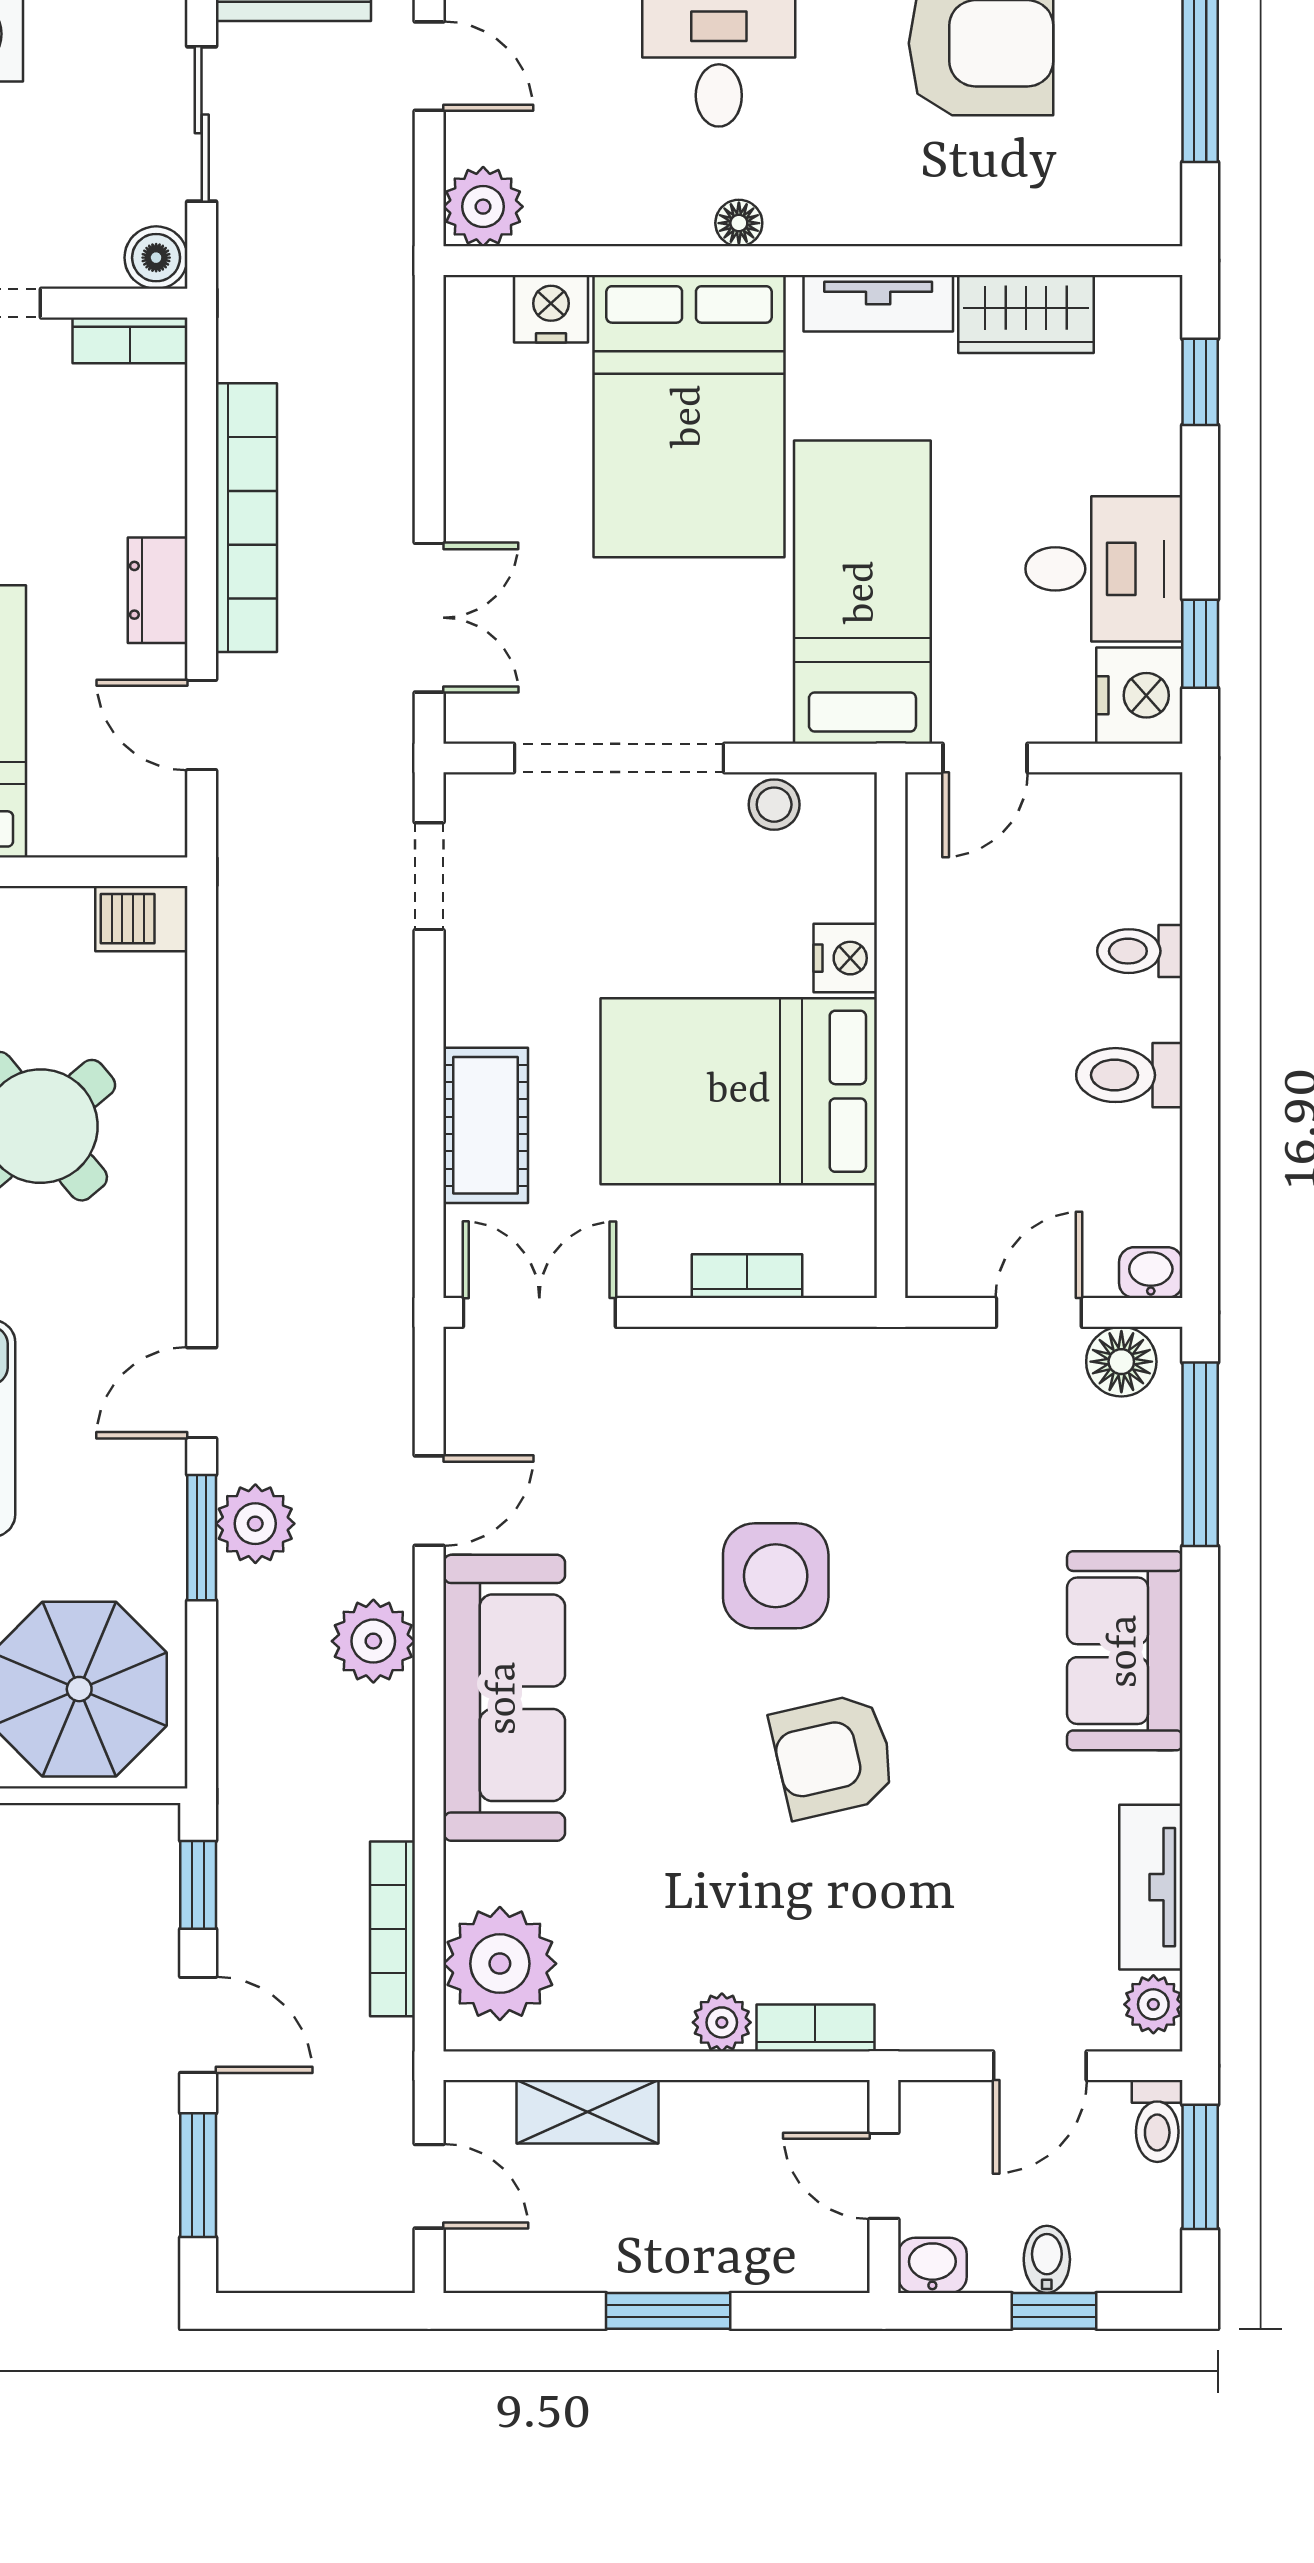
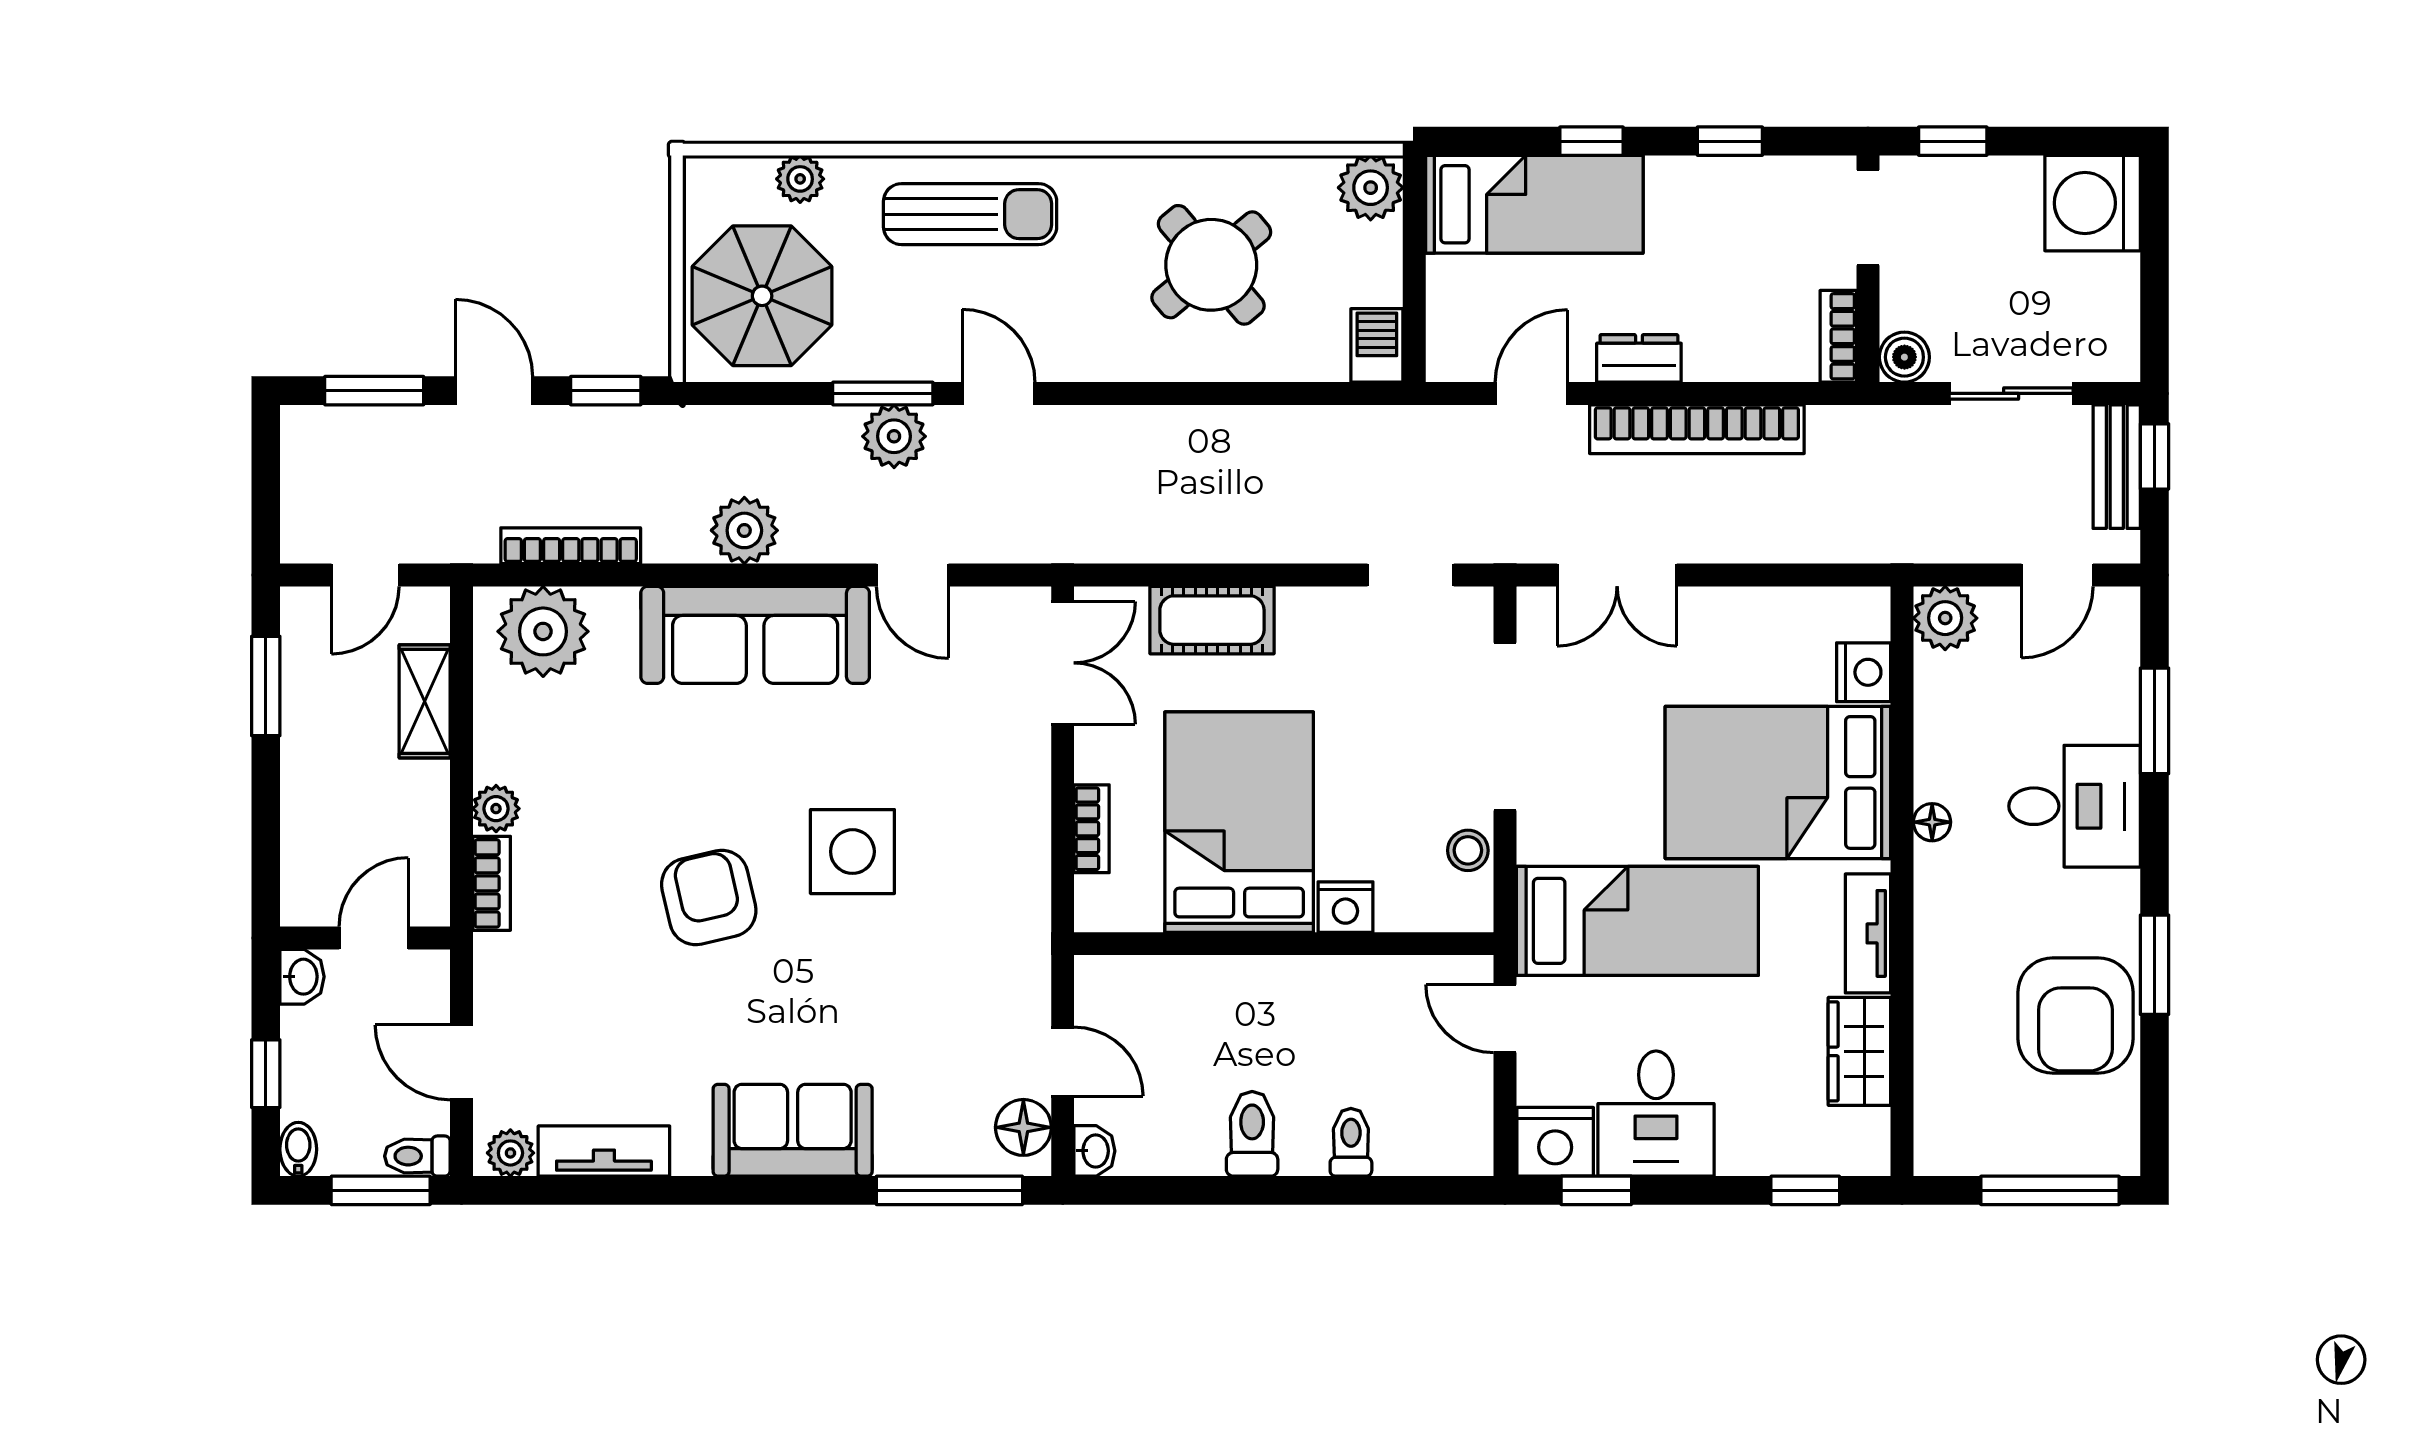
plant: (373, 1641) -> (744, 530), moved
door: (198, 2025) -> (494, 391), swing flipped
bidet: (1047, 2259) -> (298, 1149), moved, turned -90
window: (668, 2311) -> (266, 686), moved

